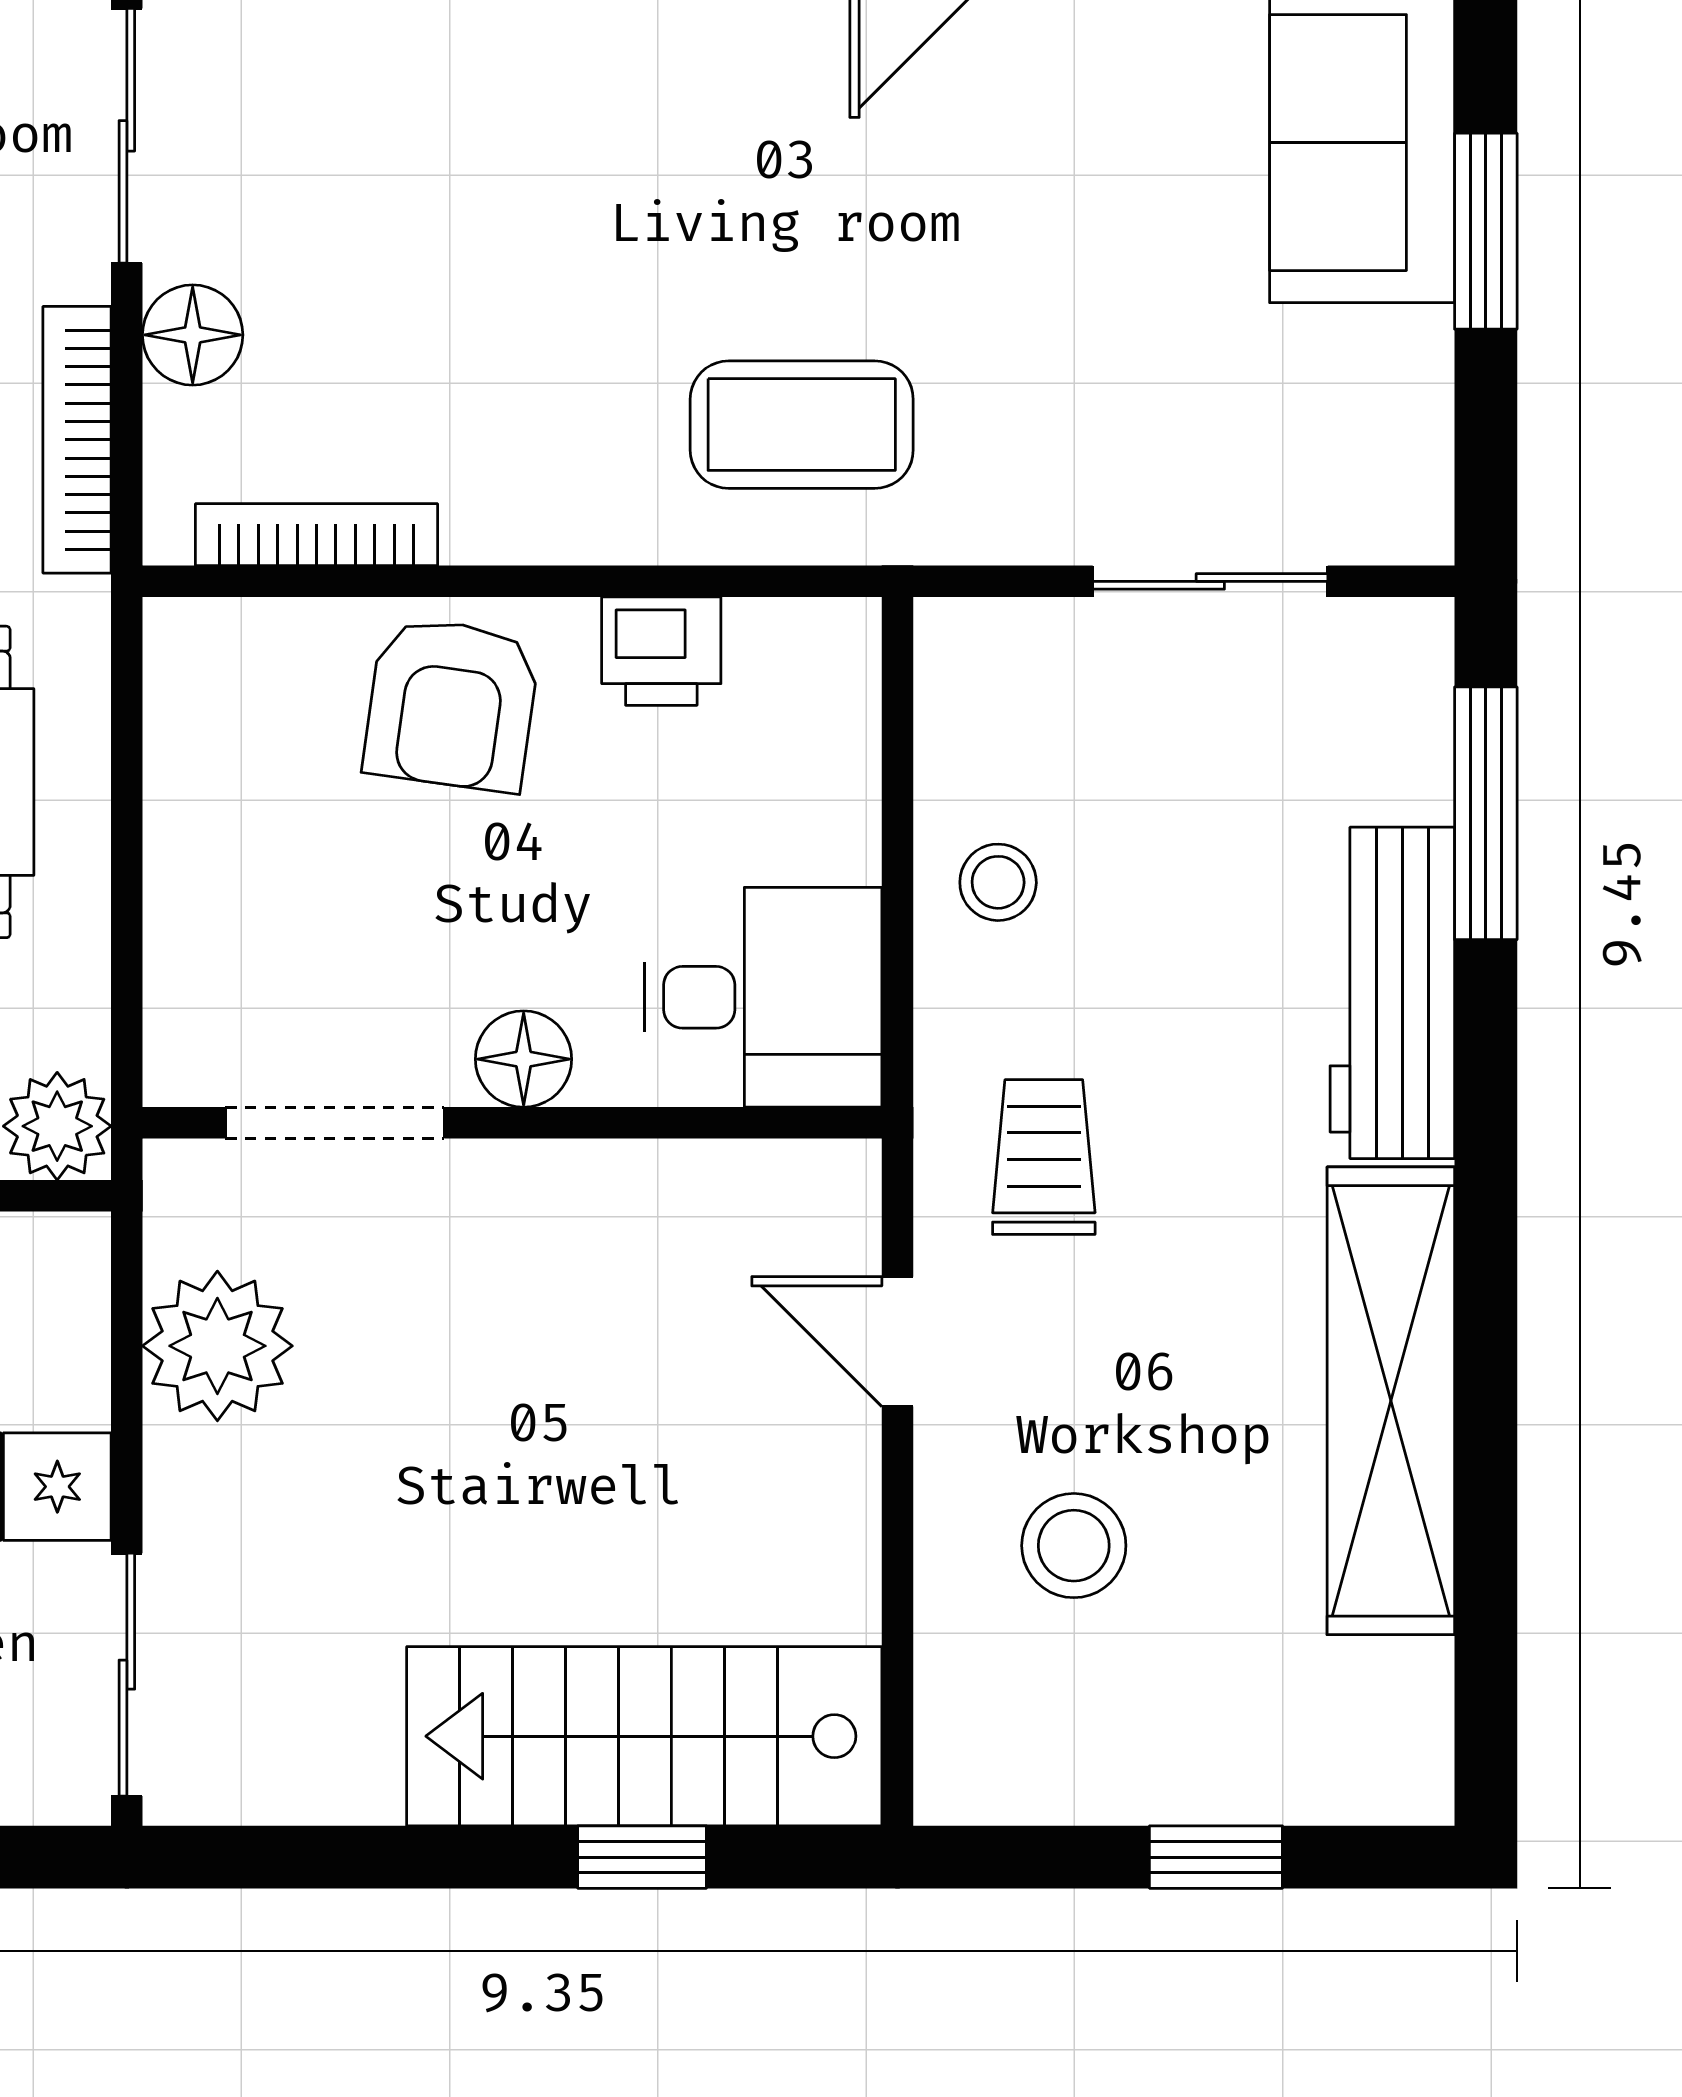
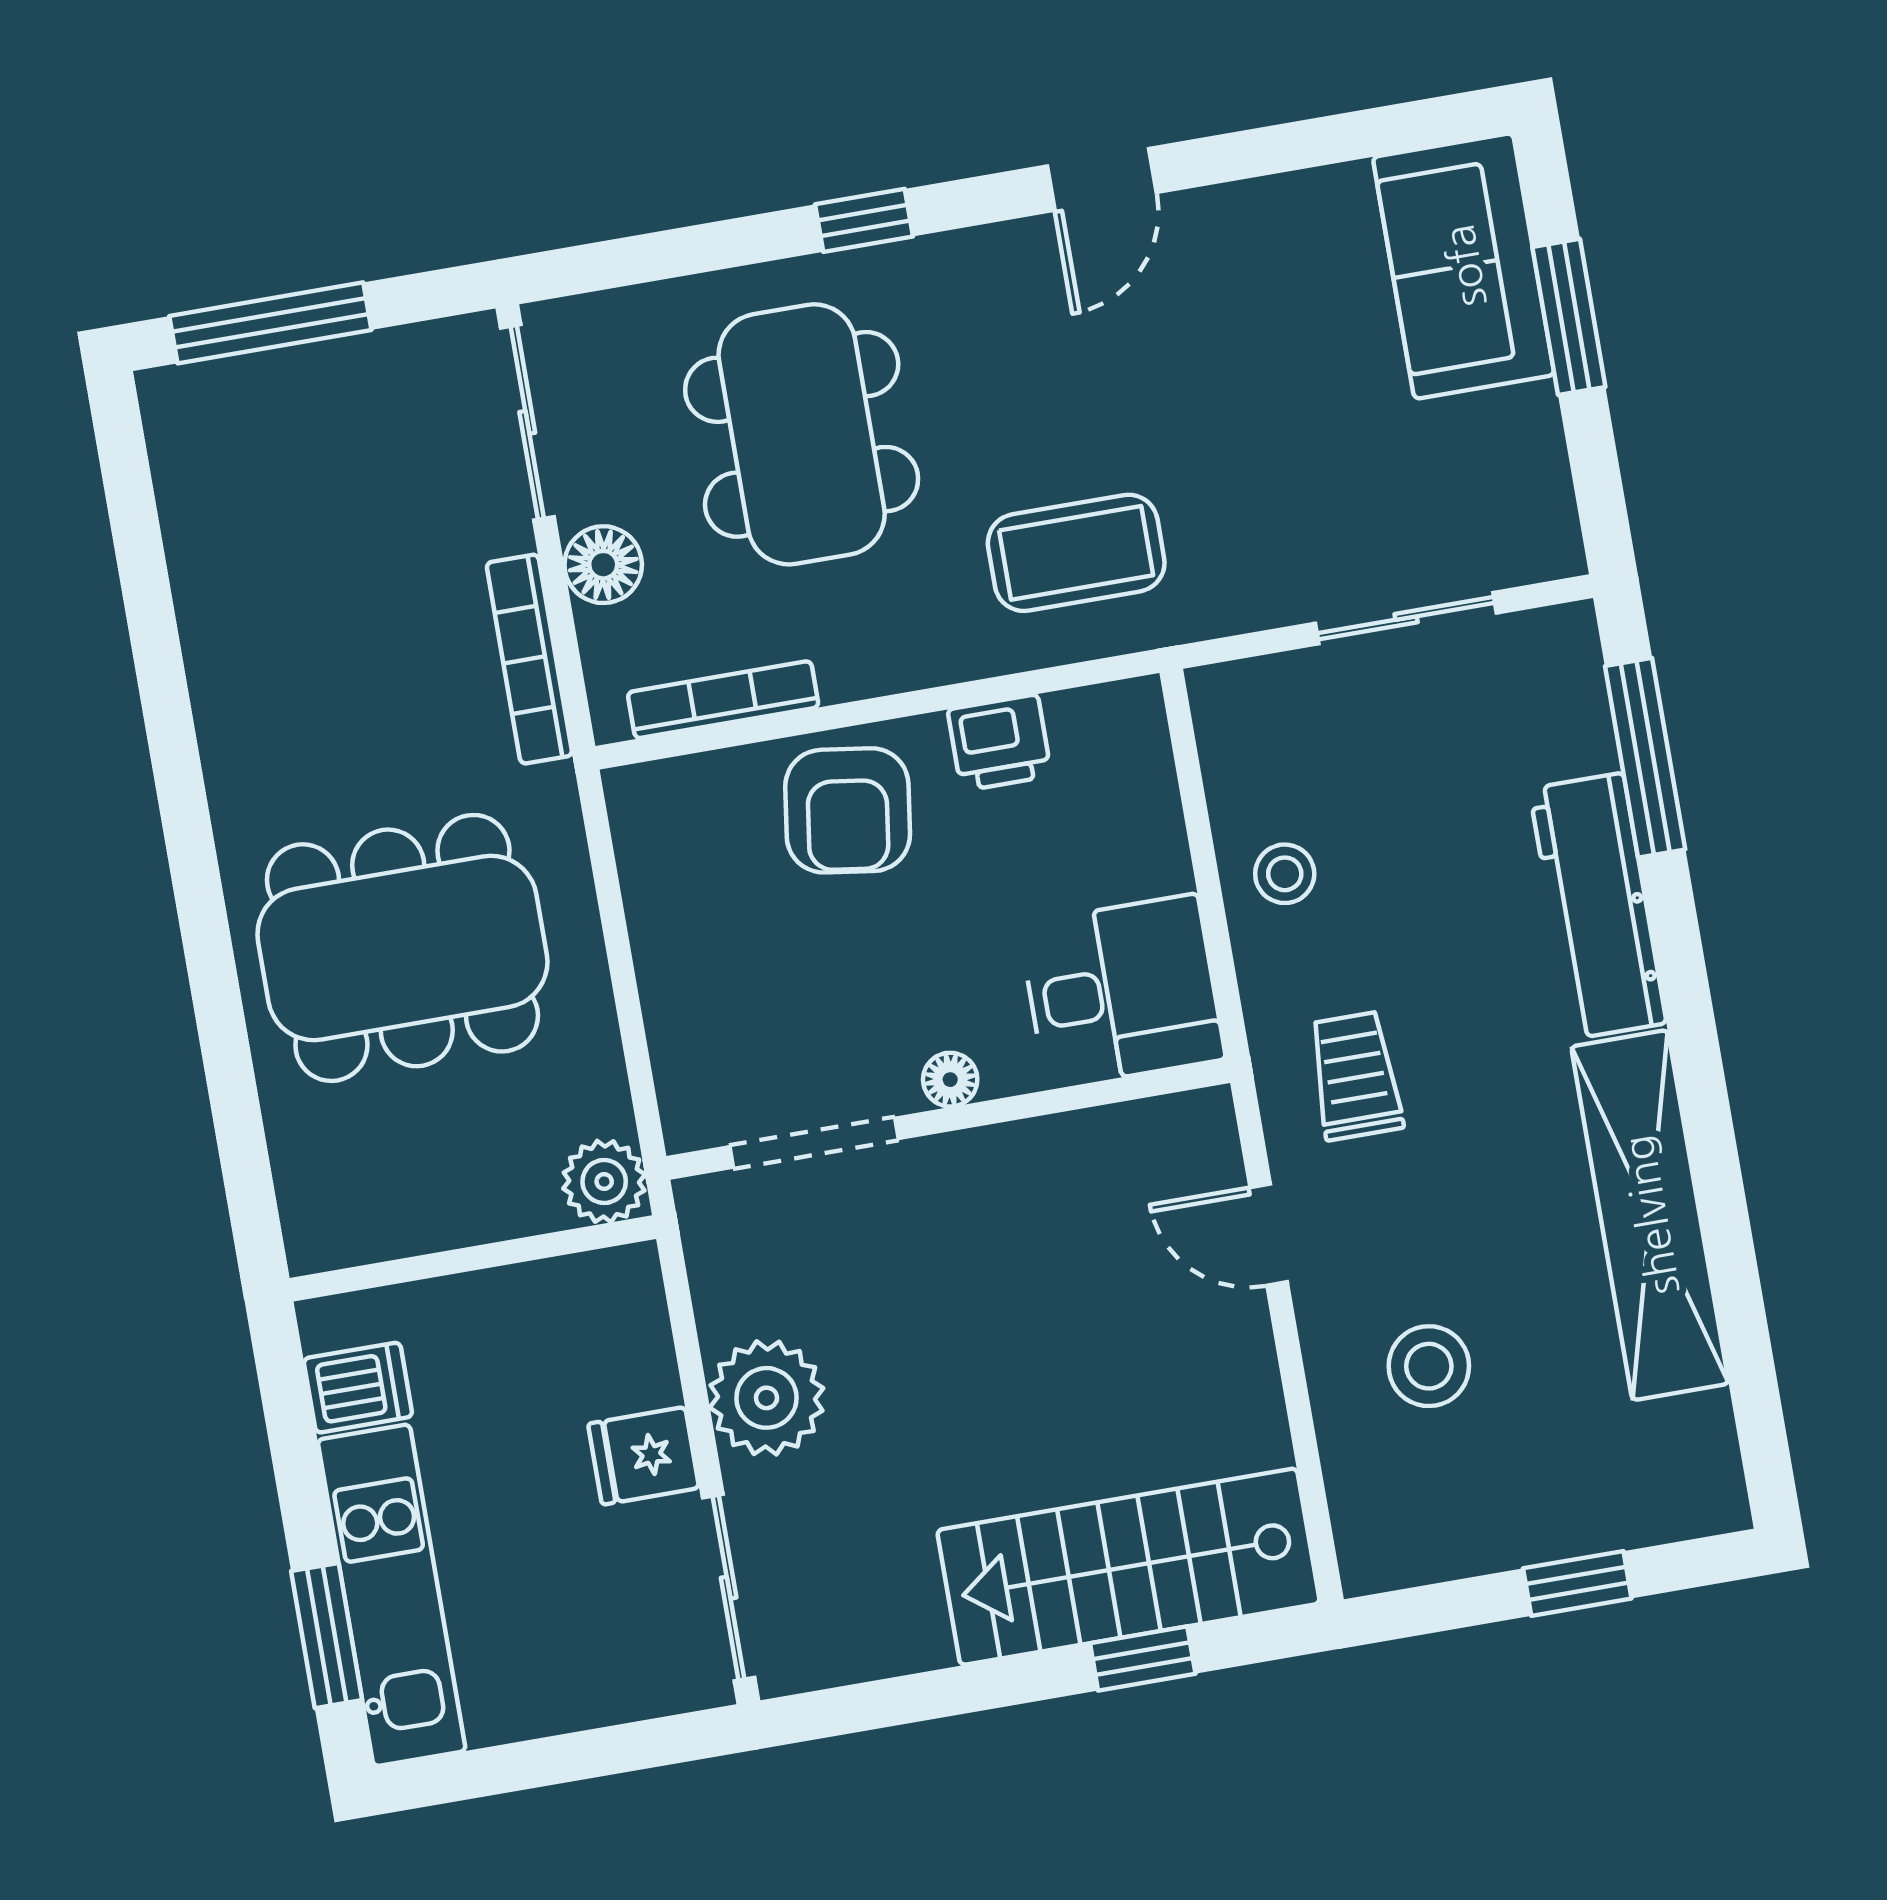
dining table: (476, 212) -> (802, 434), added
floor lamp: (524, 1059) -> (950, 1080), width x0.73, depth x0.73
plant: (217, 1346) -> (766, 1398), moved

